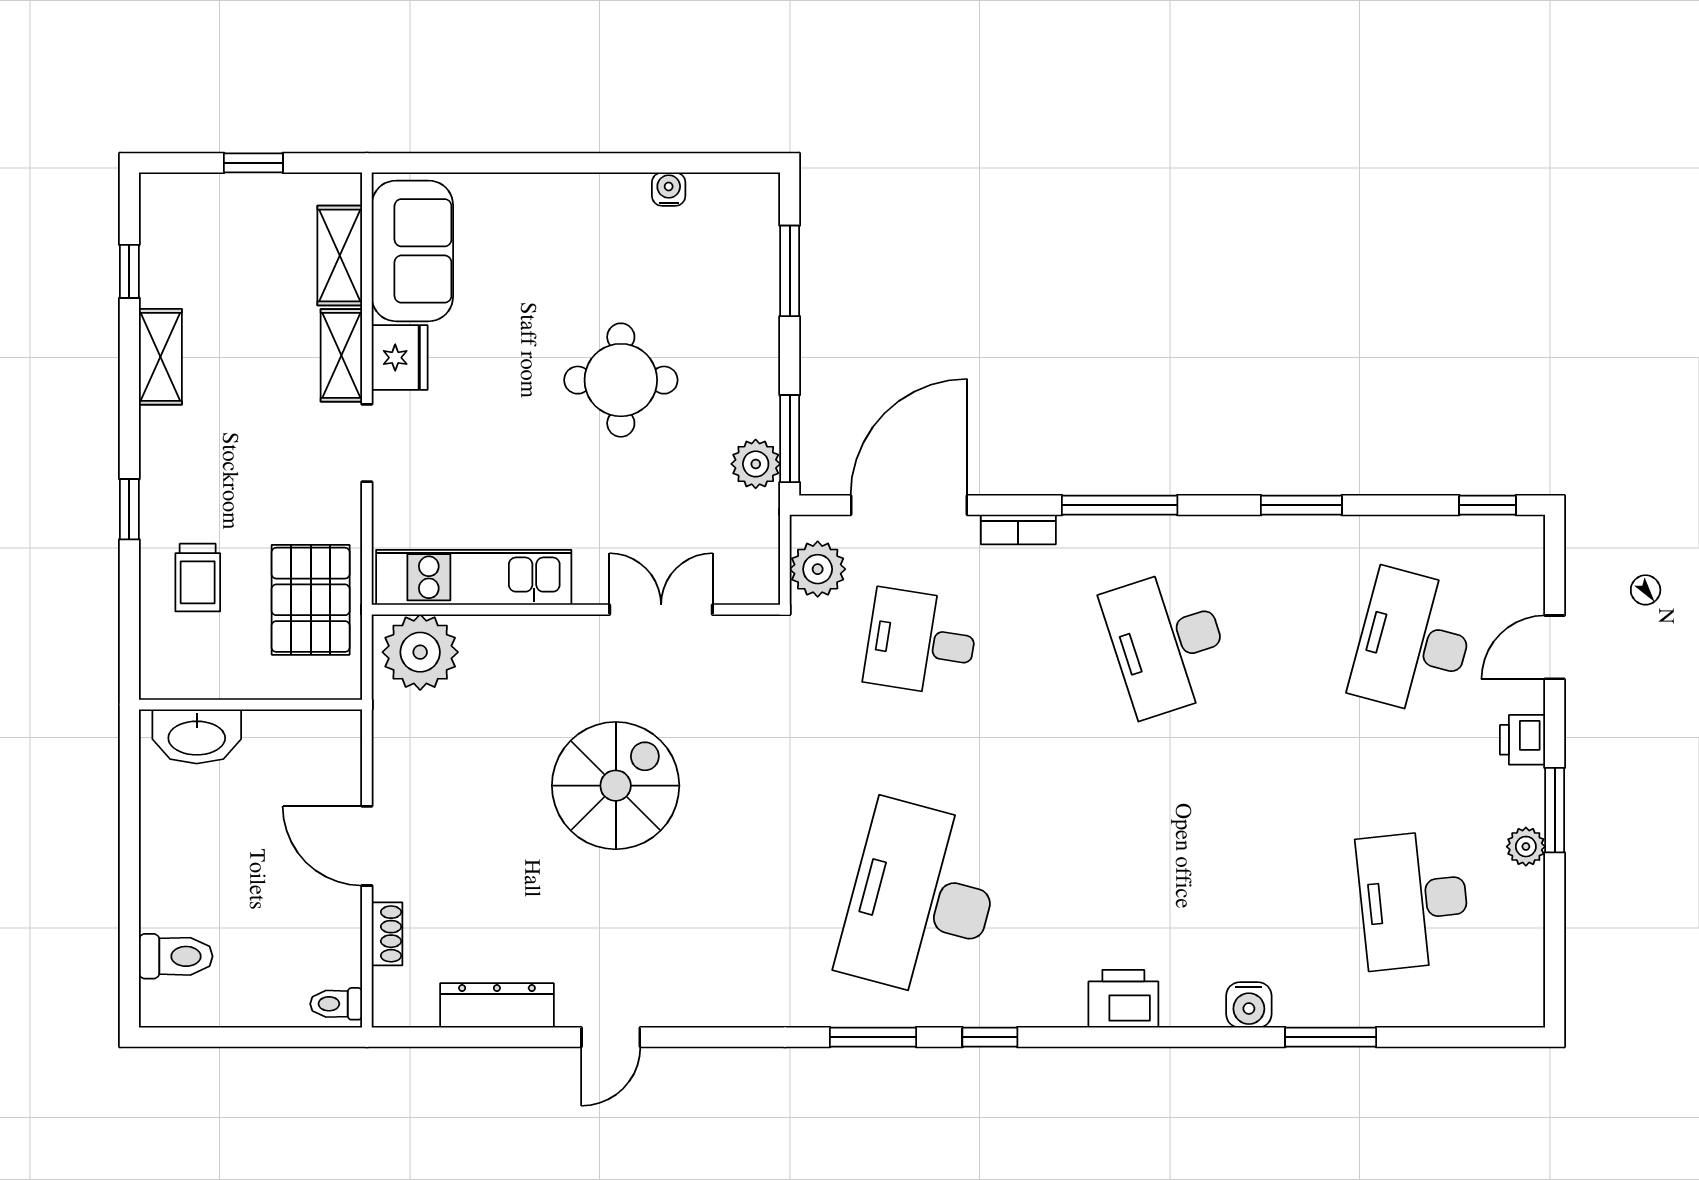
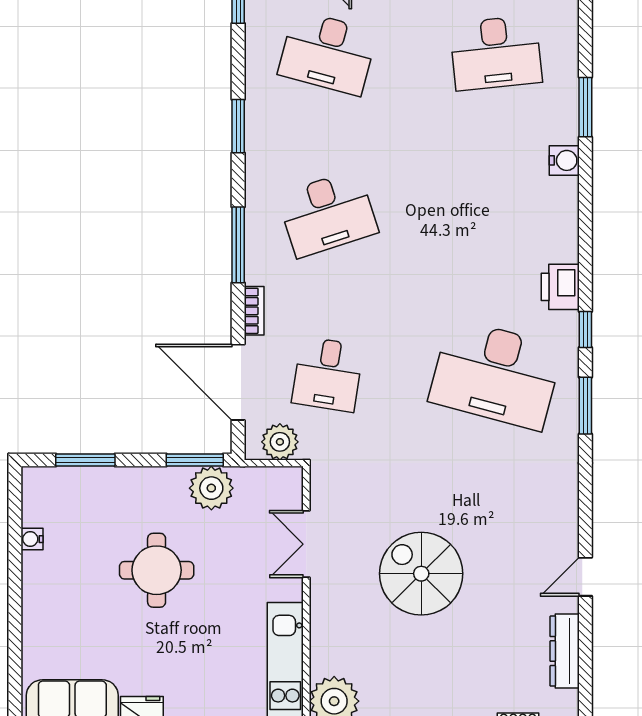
plant: (756, 464) -> (211, 488), width x1.36, depth x1.36
printer: (1123, 999) -> (560, 287), moved
door: (611, 1037) -> (585, 577), swing flipped

